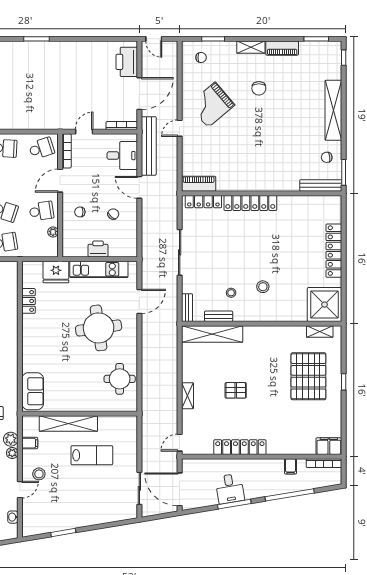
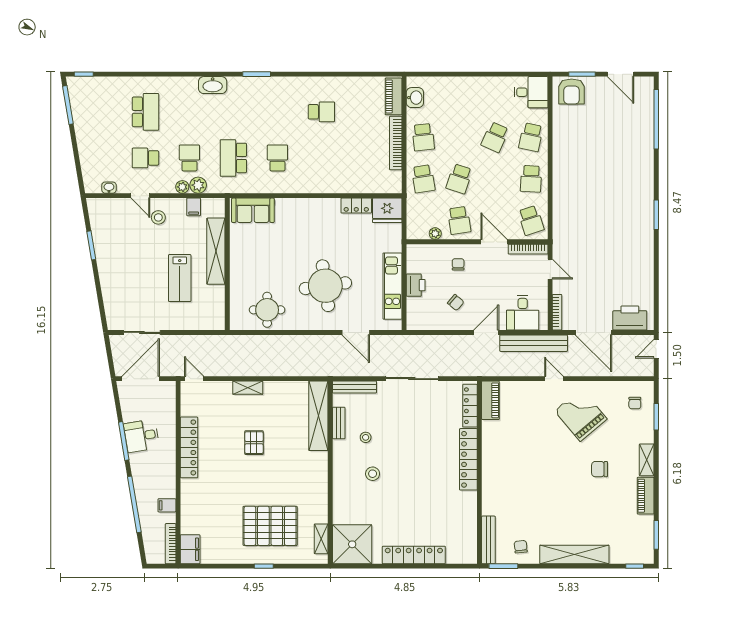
fridge: (56, 272) -> (387, 210), moved, turned -90
bench: (187, 308) -> (354, 387), width x1.36

